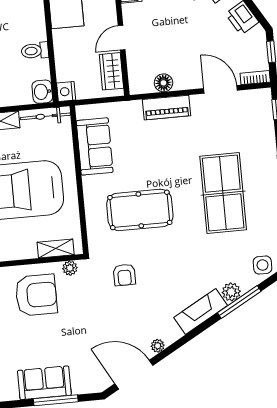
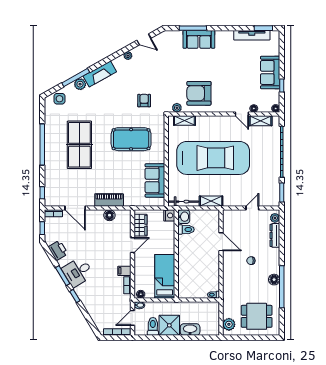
toilet: (35, 51) -> (186, 230), moved
door: (134, 375) -> (144, 39), width x0.53

